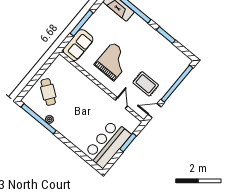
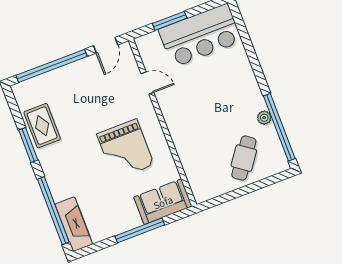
grand piano: (113, 62) -> (125, 149), turned -90
rug: (146, 84) -> (42, 126), moved
door: (121, 103) -> (147, 83), swing flipped
door: (155, 111) -> (106, 45), hinge flipped

